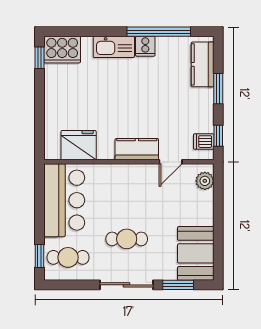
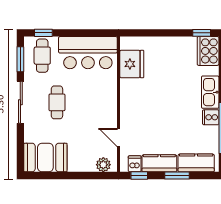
kitchen counter: (137, 149) -> (159, 163), moved, turned -90
window: (178, 285) -> (20, 59), moved

